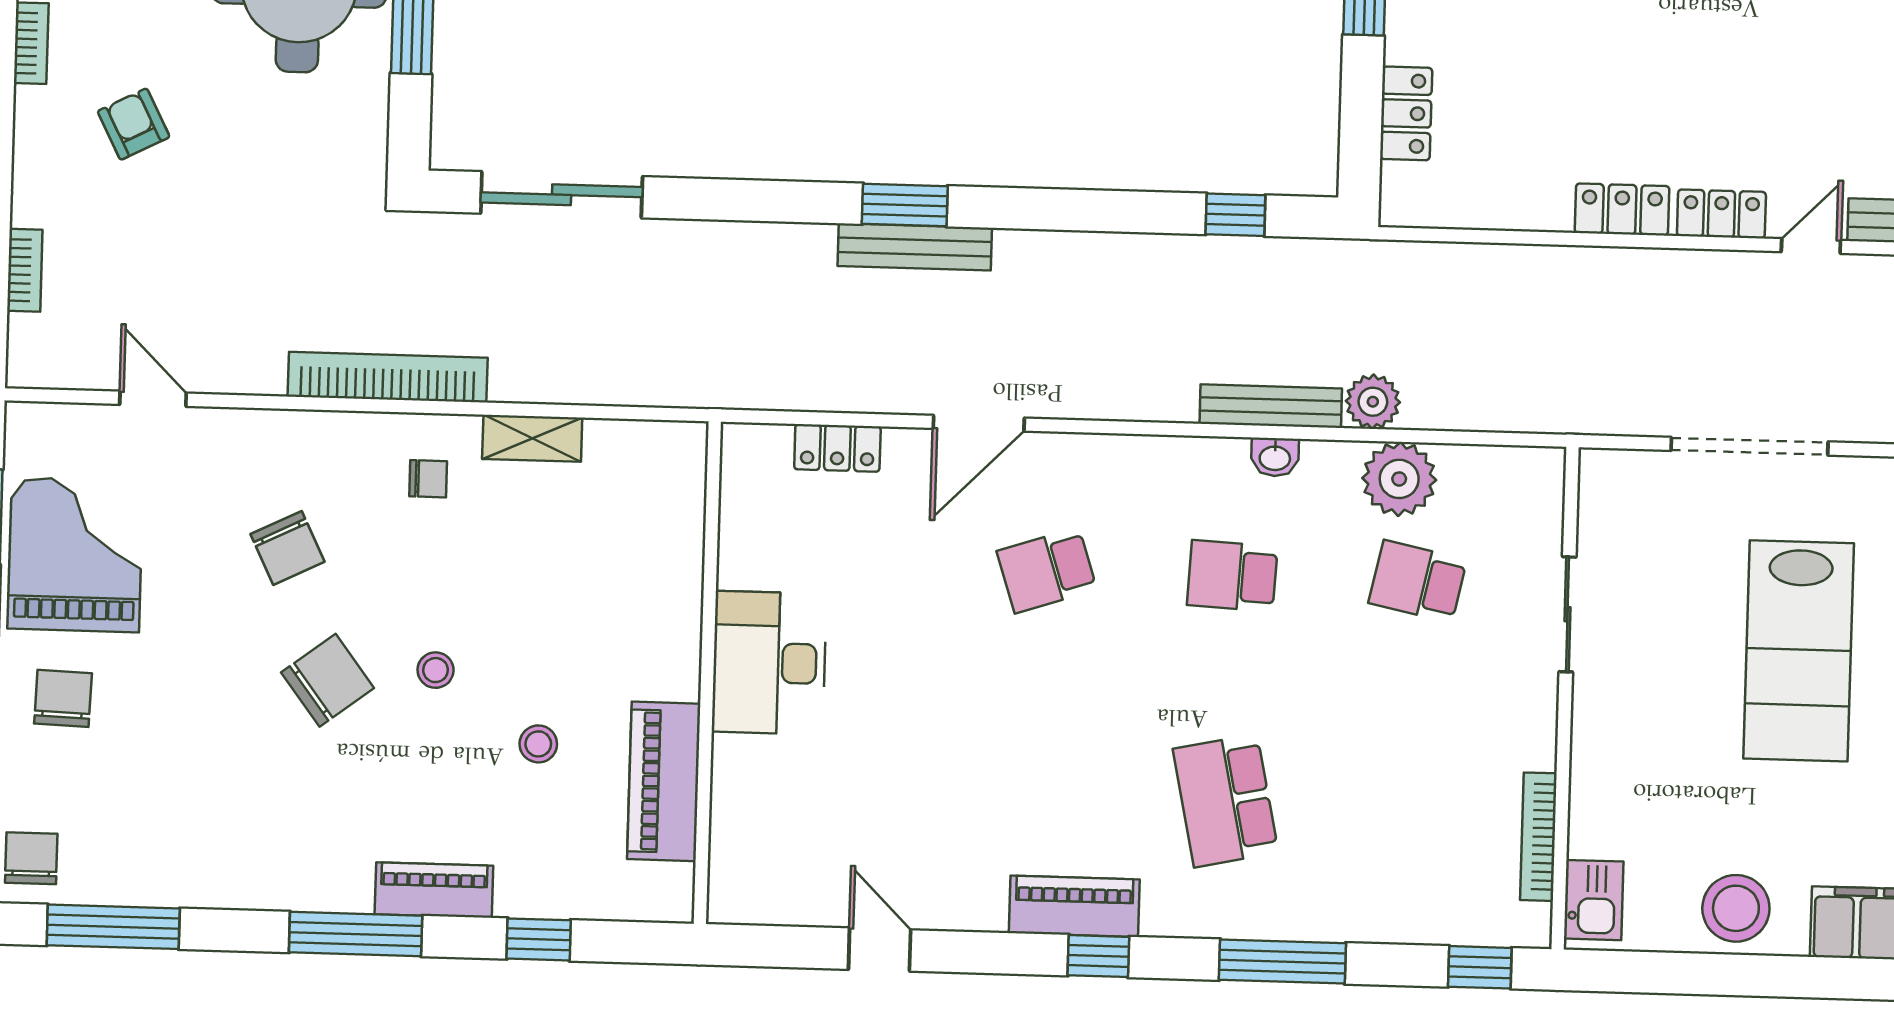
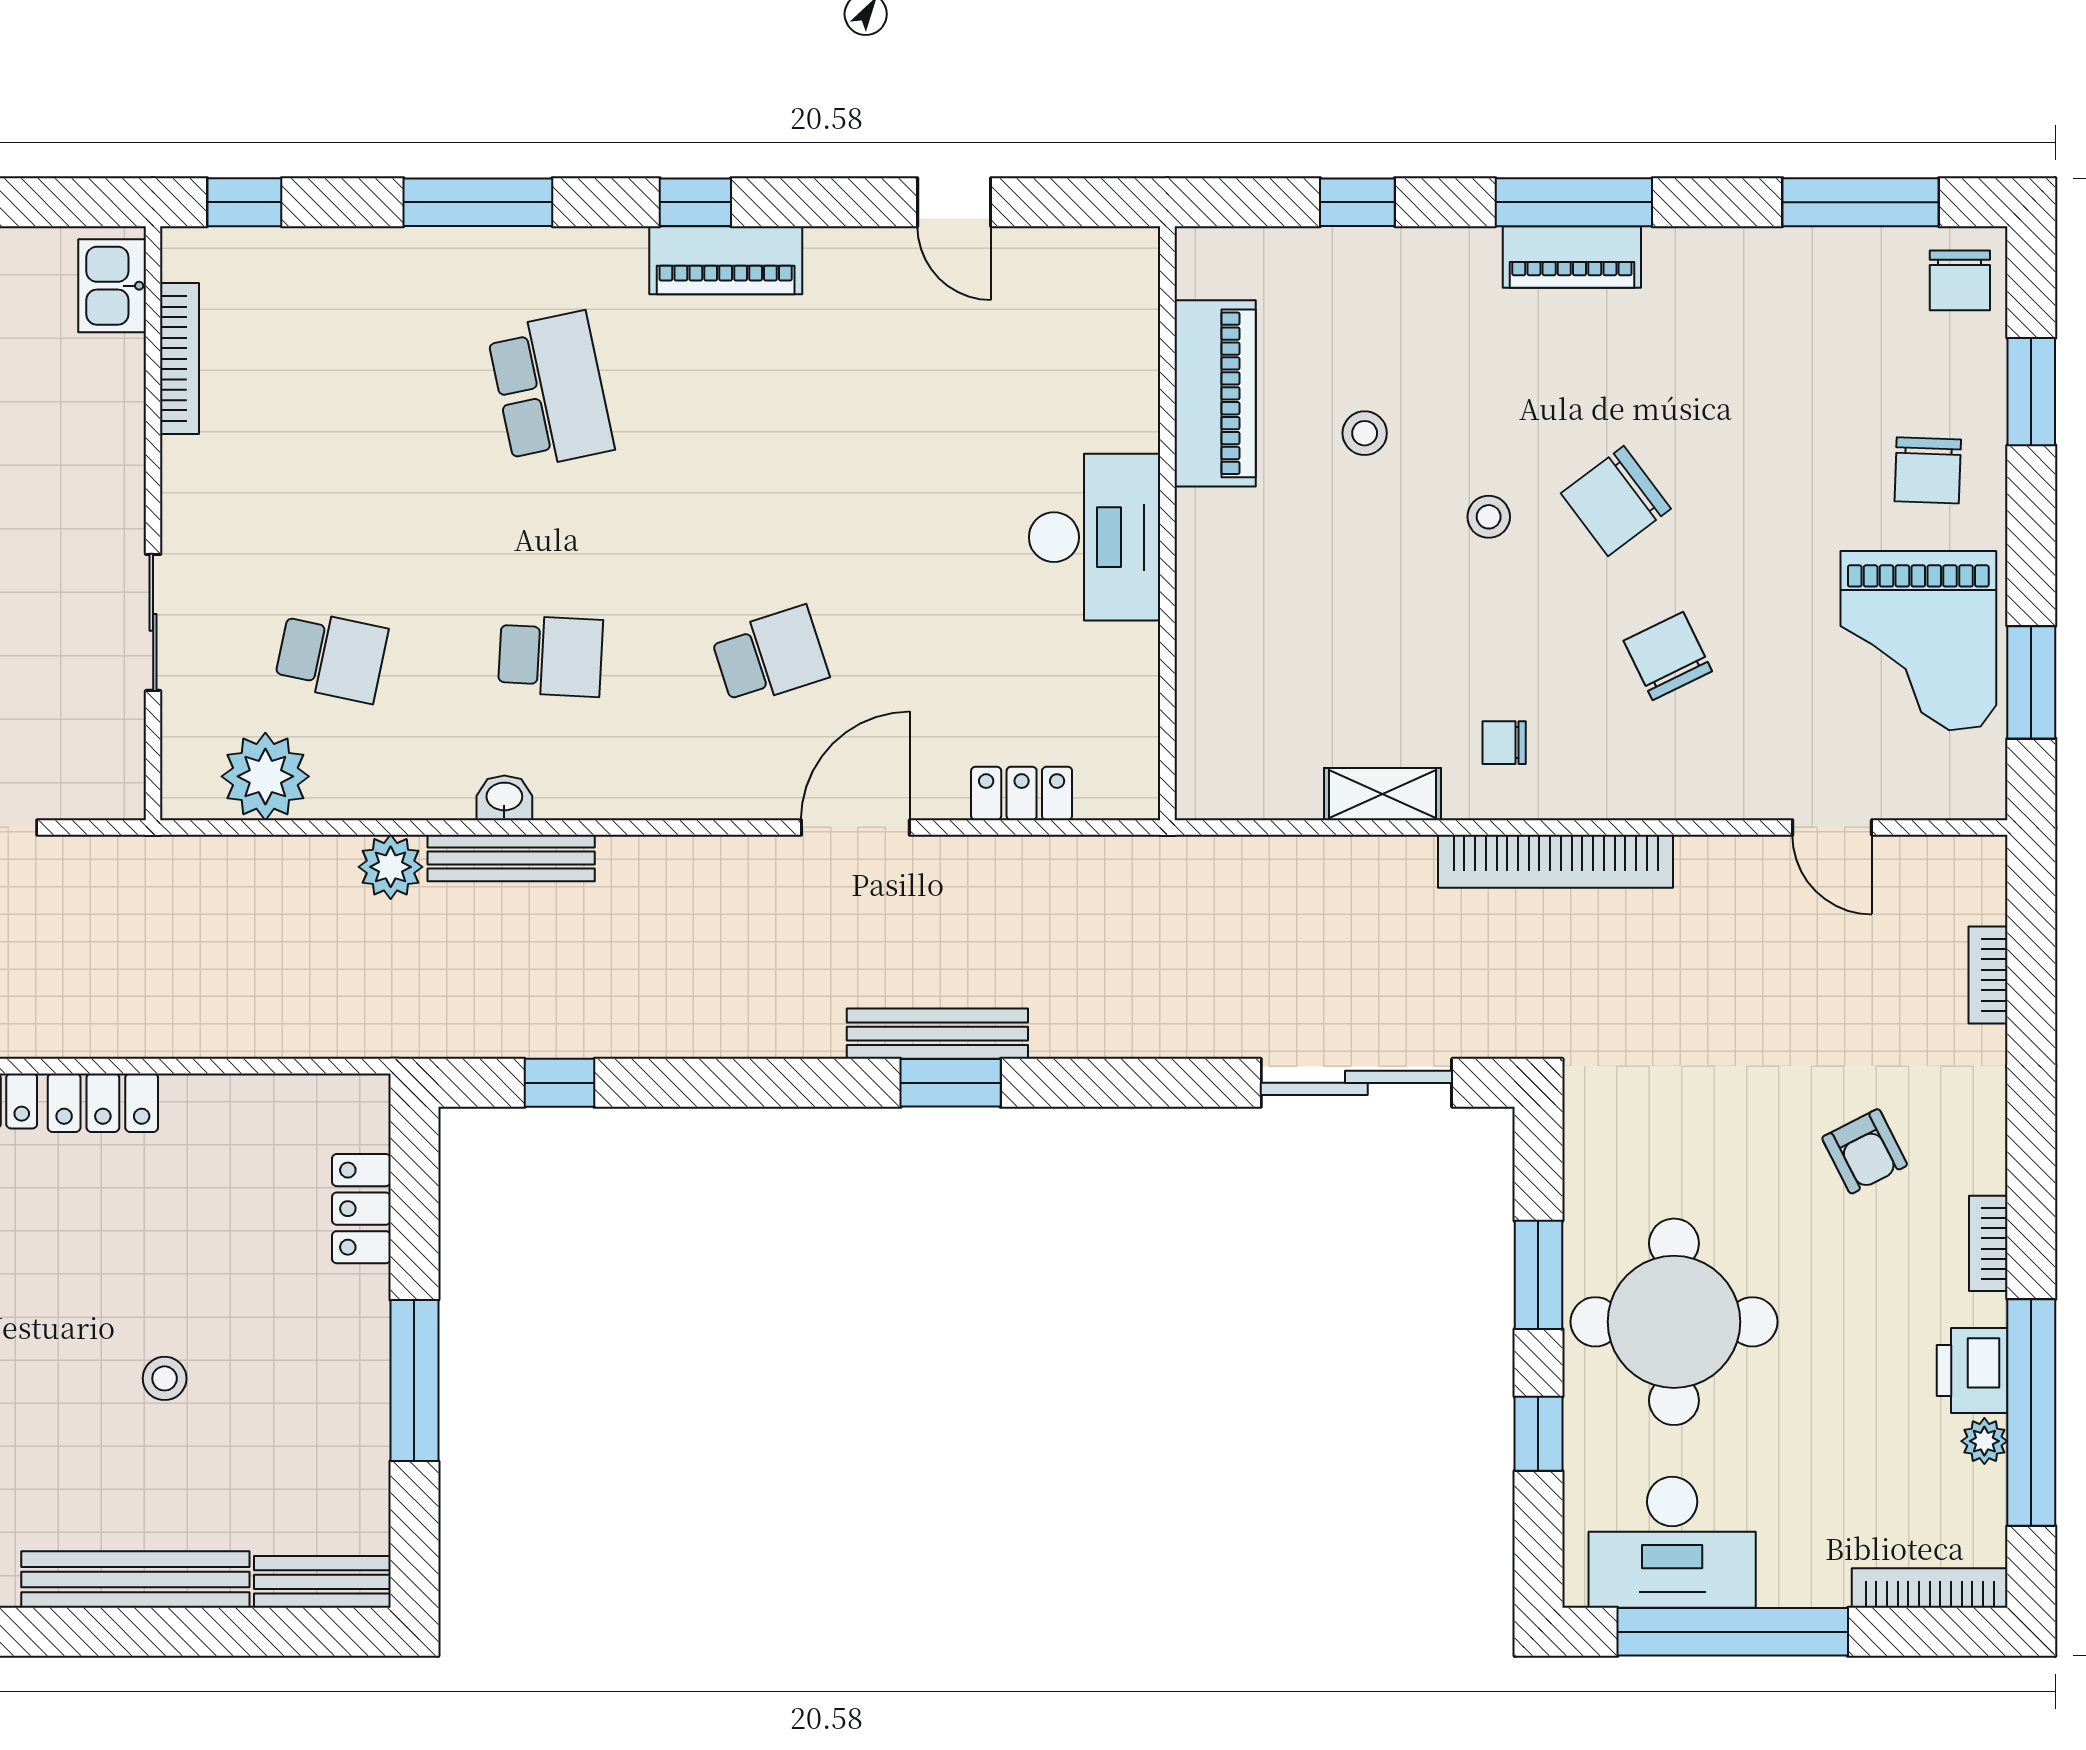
plant: (1399, 479) -> (265, 776), moved
piano: (434, 890) -> (1572, 257), moved

